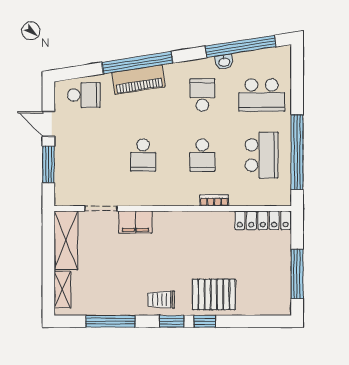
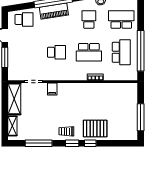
school desk: (262, 95) -> (121, 19), turned 180
school desk: (143, 155) -> (56, 52), turned -90
school desk: (202, 155) -> (89, 52), width x1.85
locker: (263, 220) -> (122, 88), removed
filing cabinet: (135, 222) -> (52, 89), width x0.50

